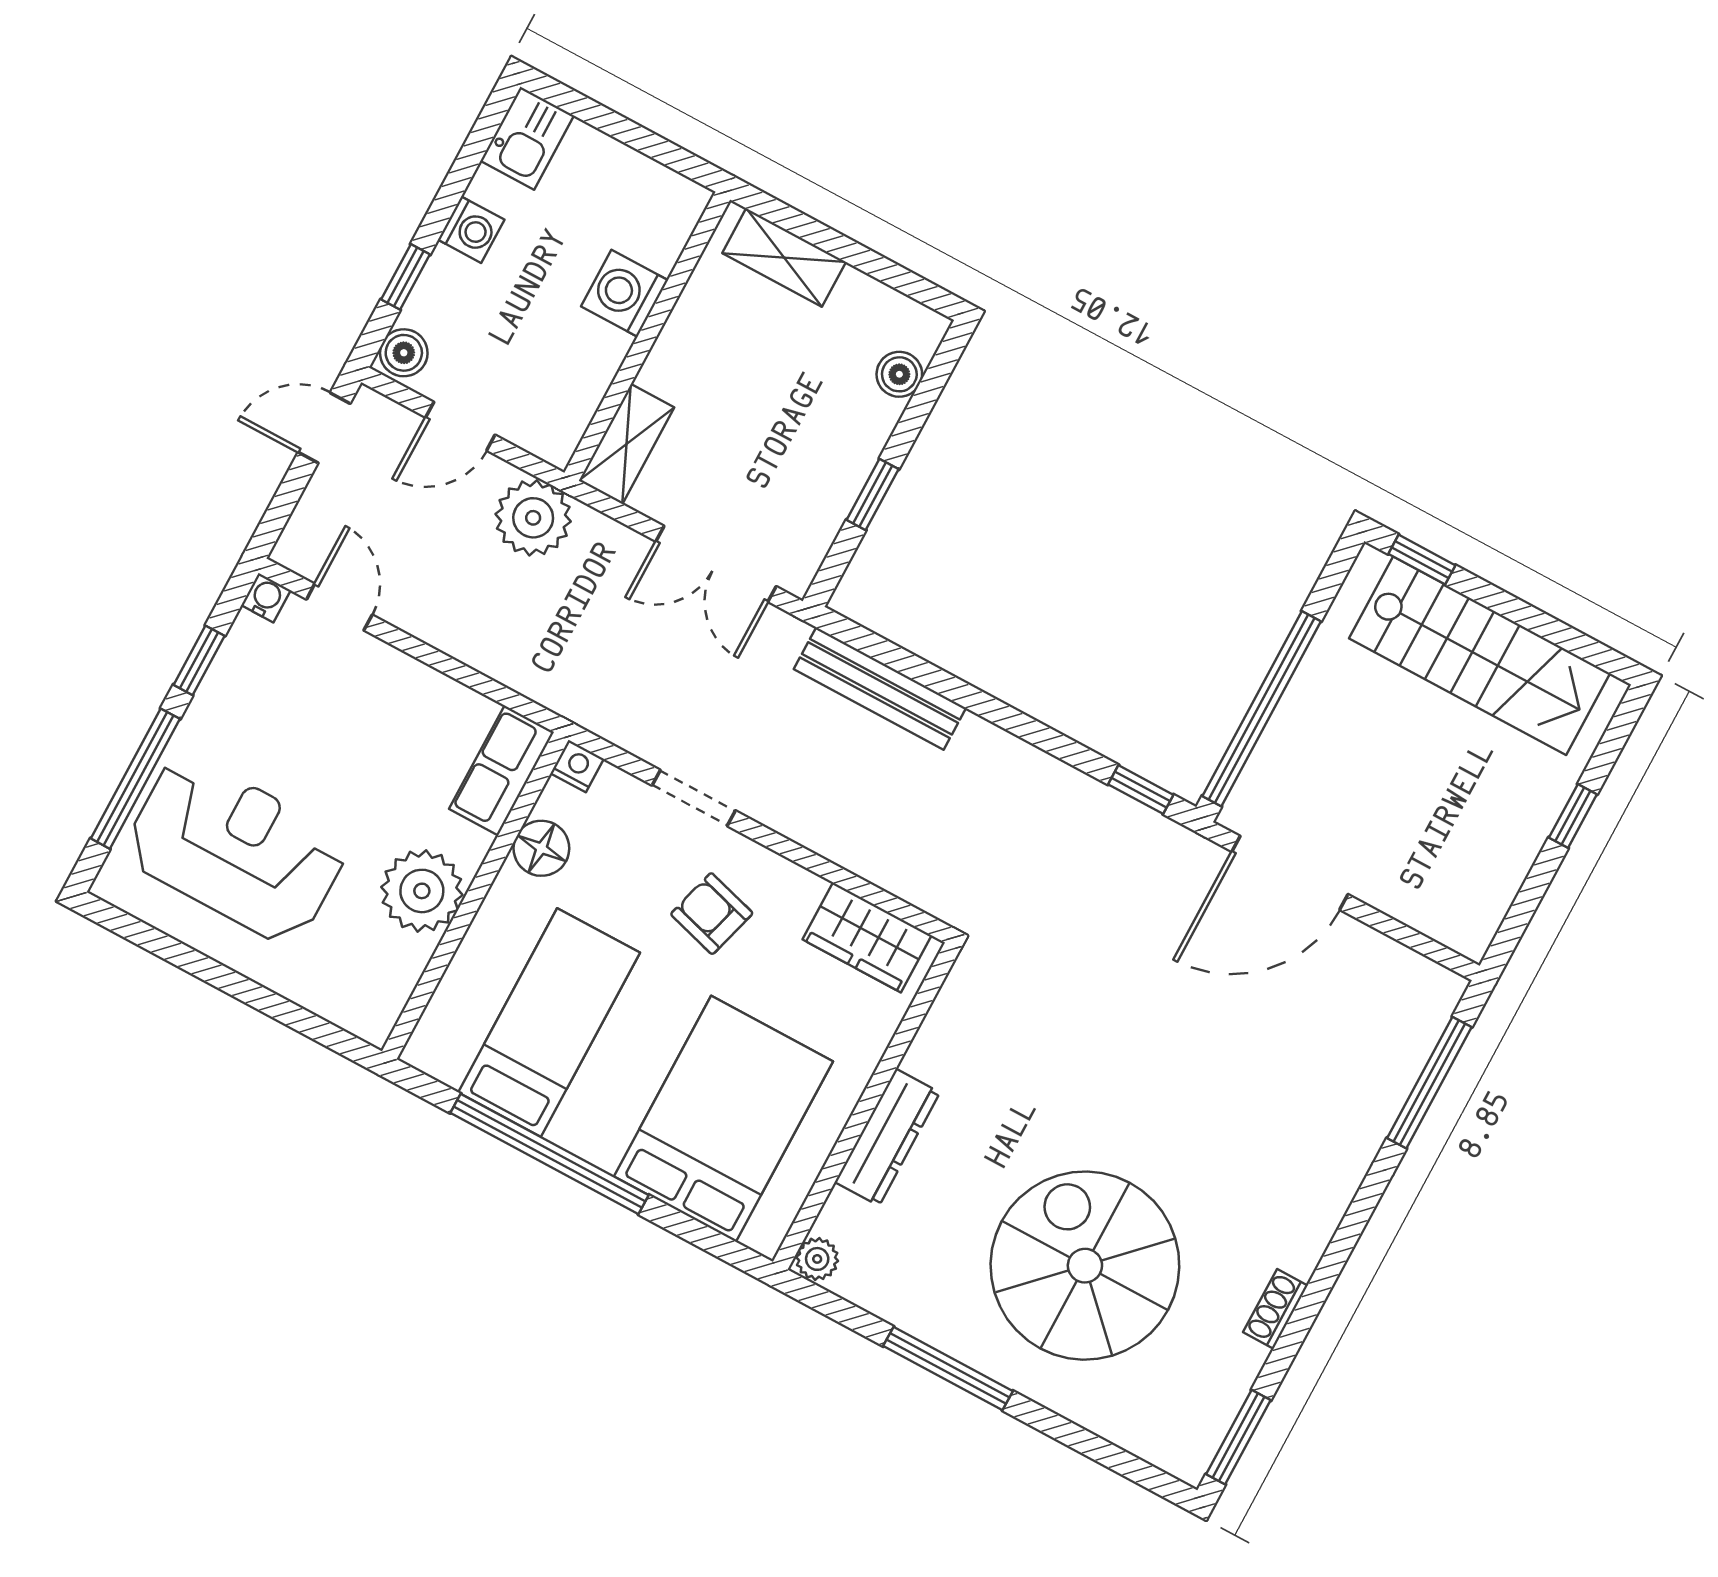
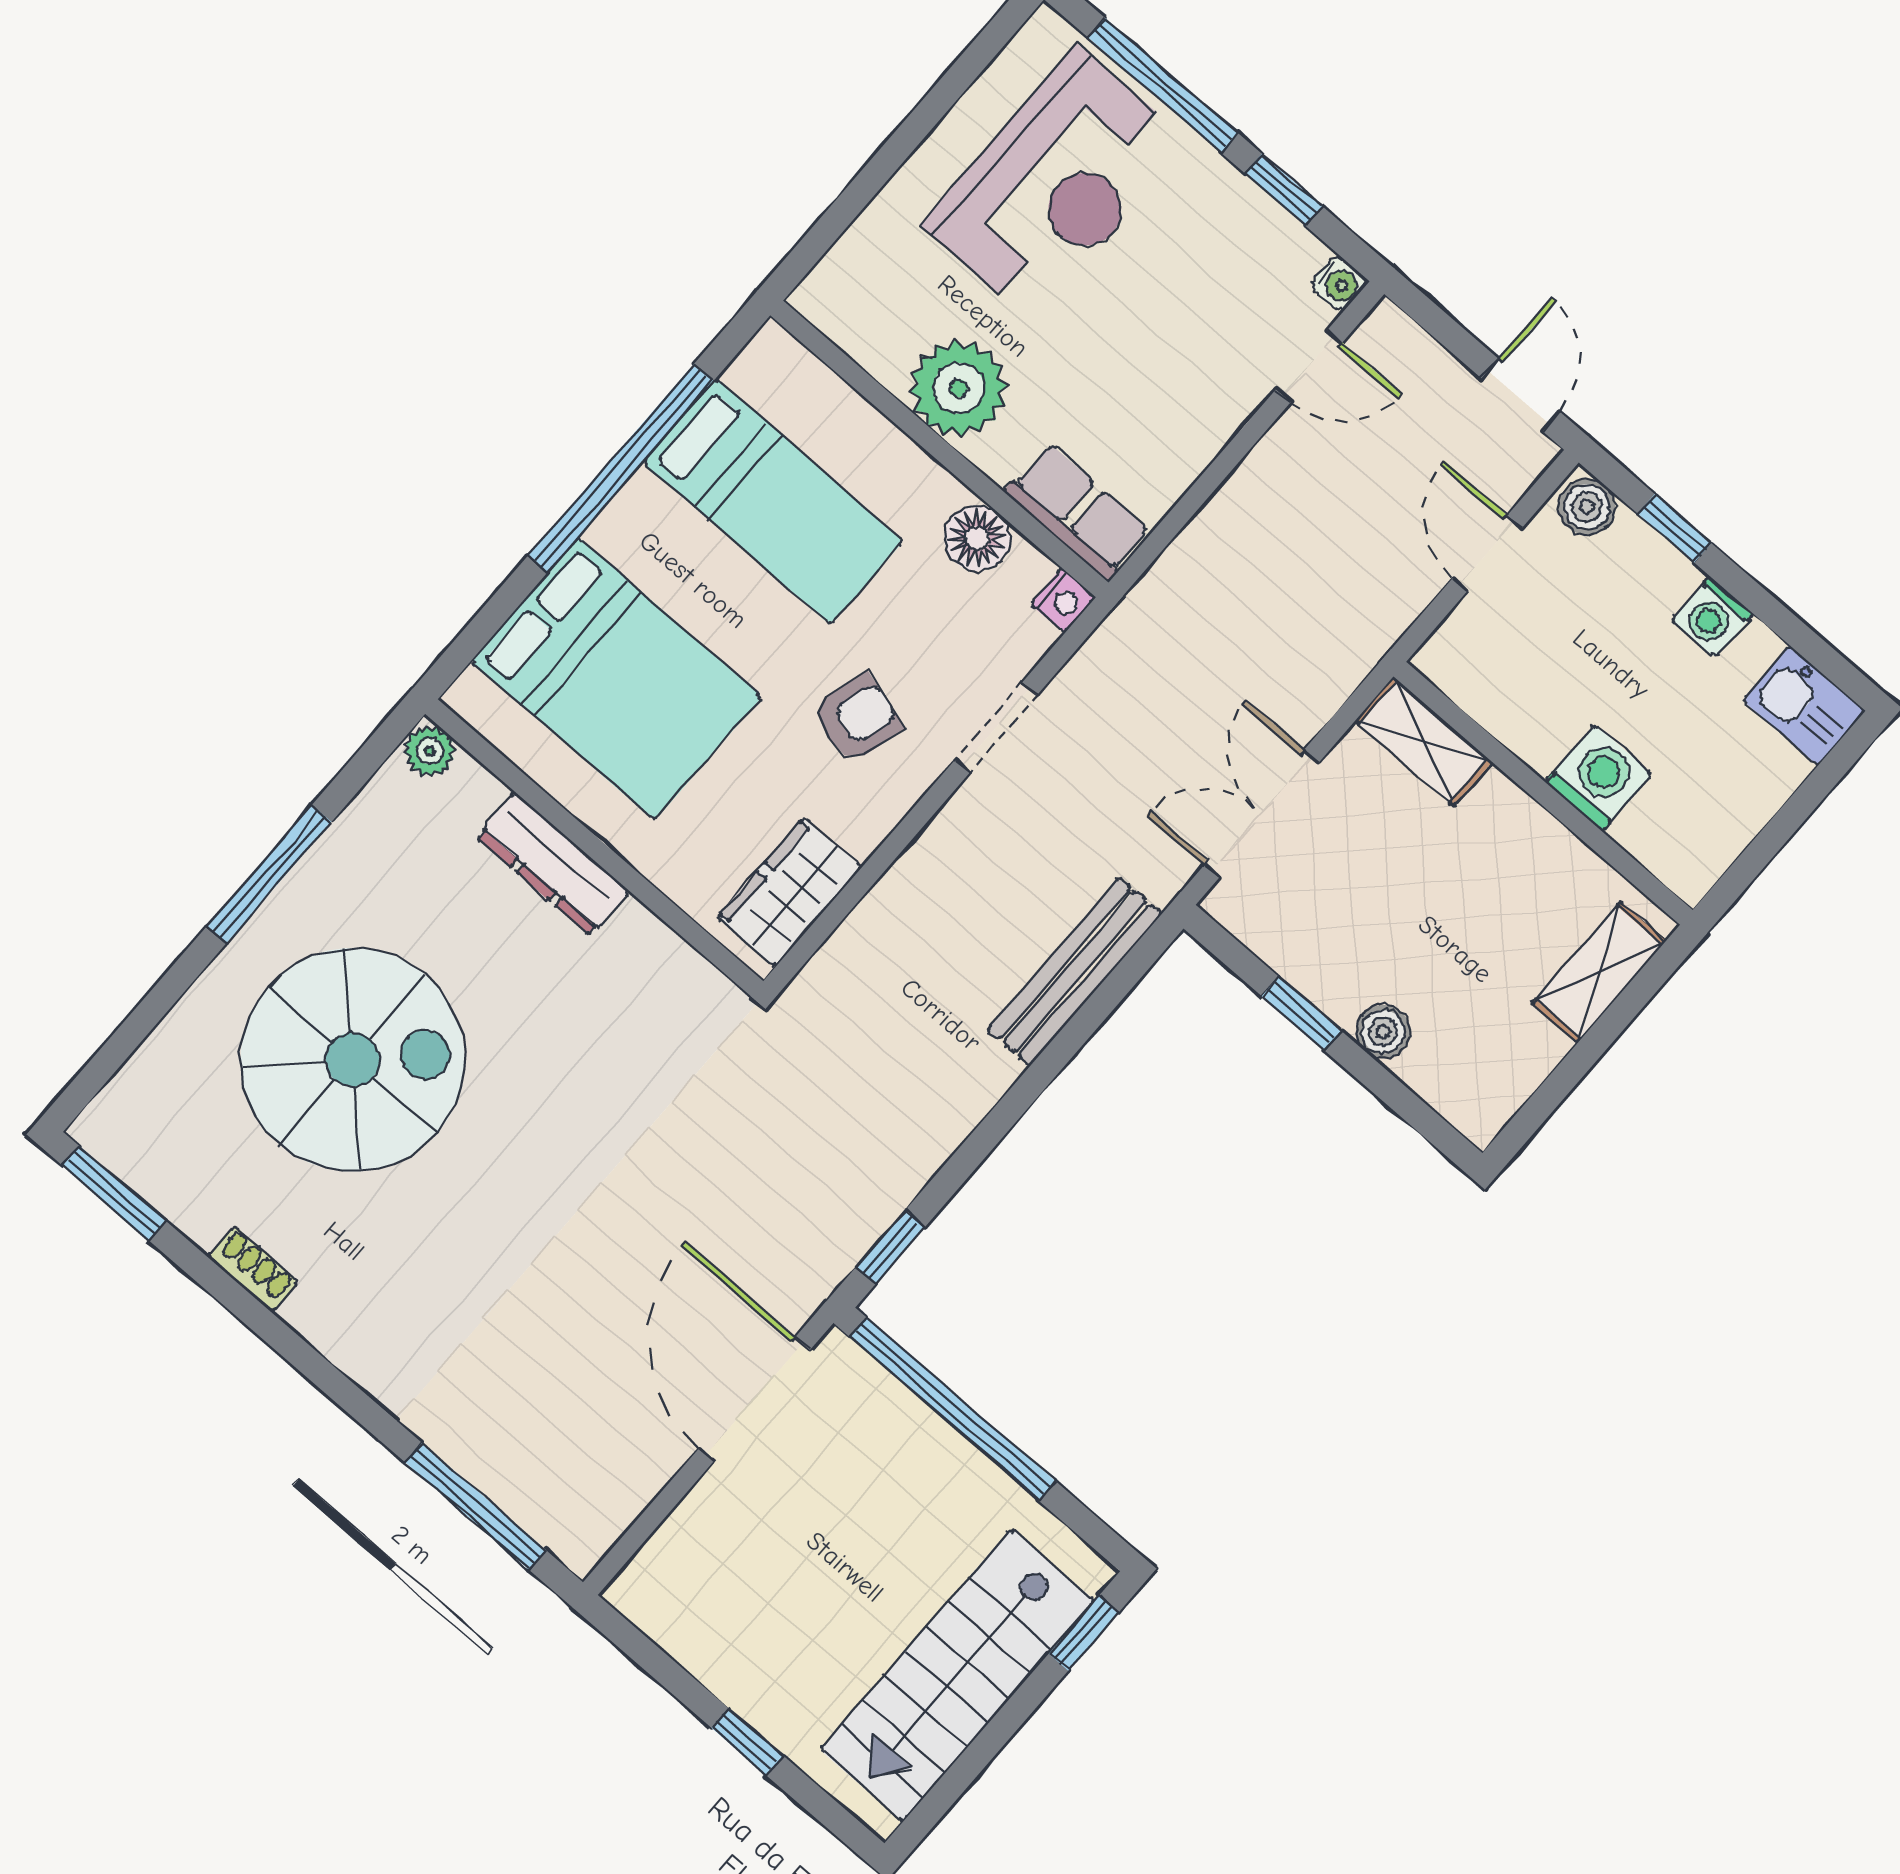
boiler: (899, 374) -> (1383, 1032), moved
plant: (533, 518) -> (1362, 614), removed

